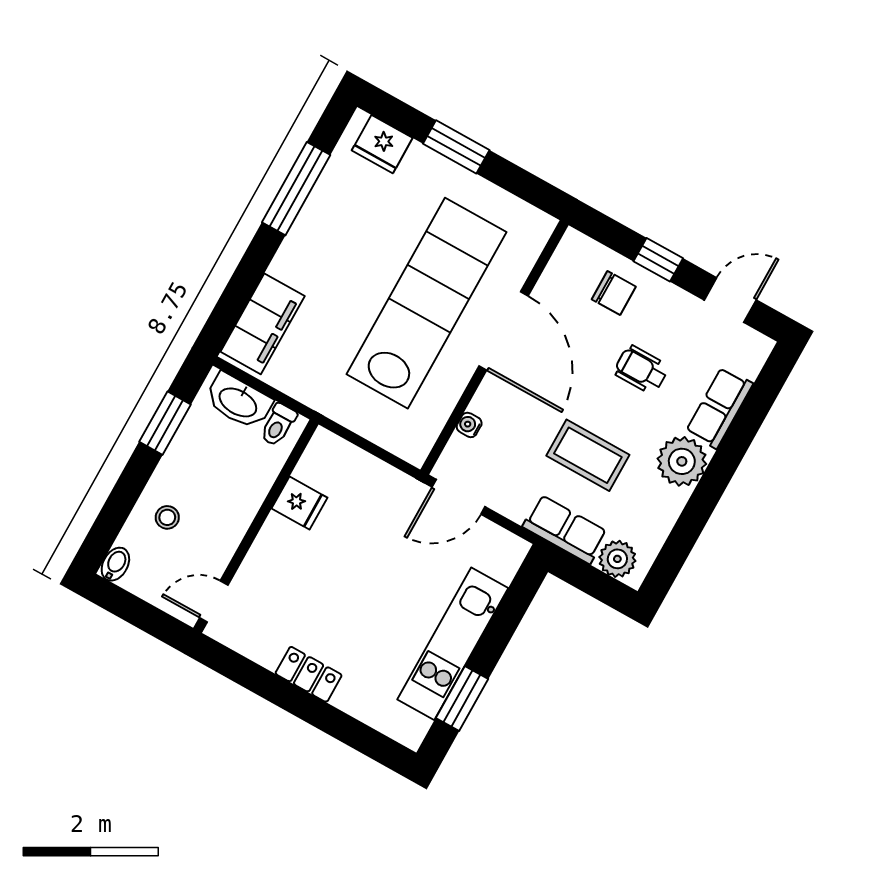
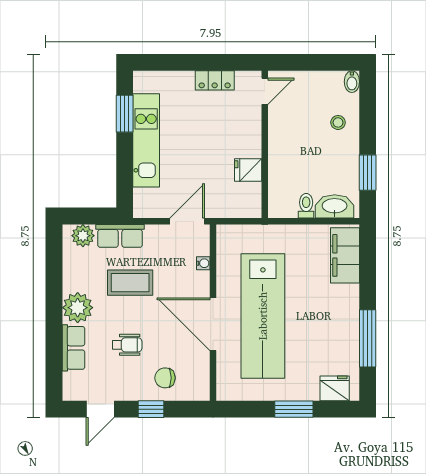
fridge: (300, 503) -> (248, 170), moved
wall: (256, 526) -> (265, 144), moved
door: (214, 601) -> (265, 91), moved

